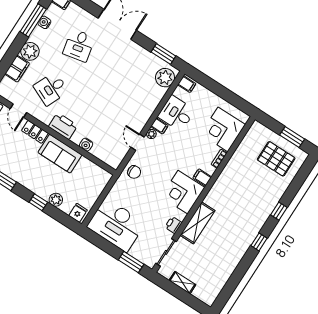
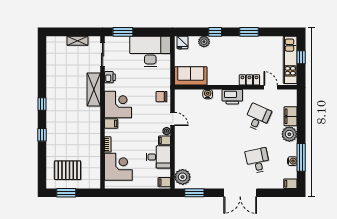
sofa: (60, 154) -> (191, 76), moved

